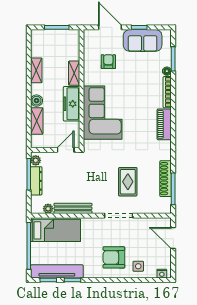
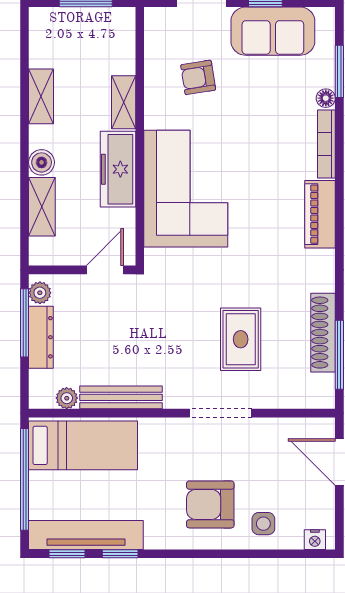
armchair: (108, 62) -> (198, 77), turned -99

